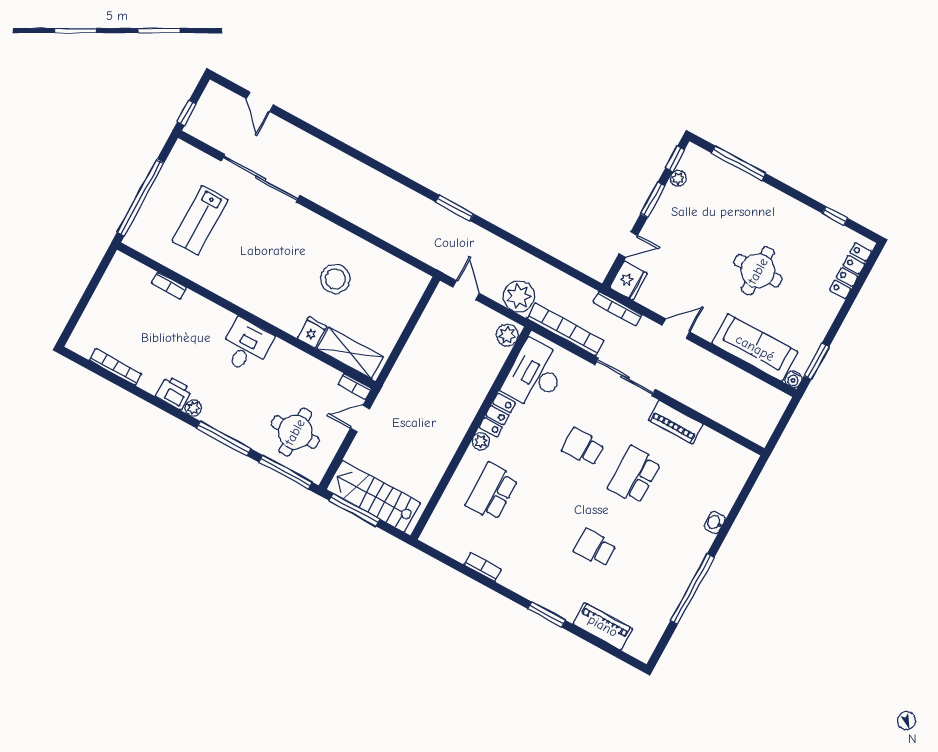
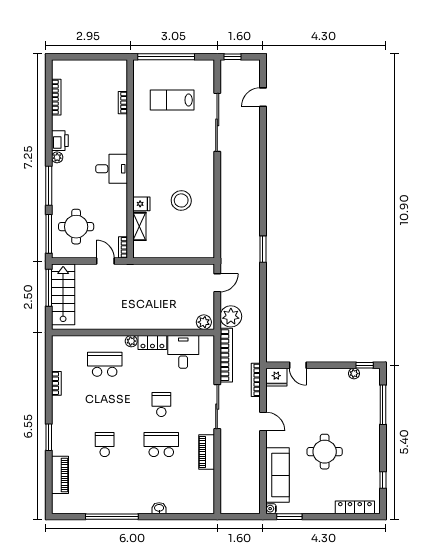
window: (653, 200) -> (333, 365), removed
shelving: (350, 353) -> (139, 226), width x0.67, depth x0.75
desk: (535, 375) -> (183, 352), width x0.73

